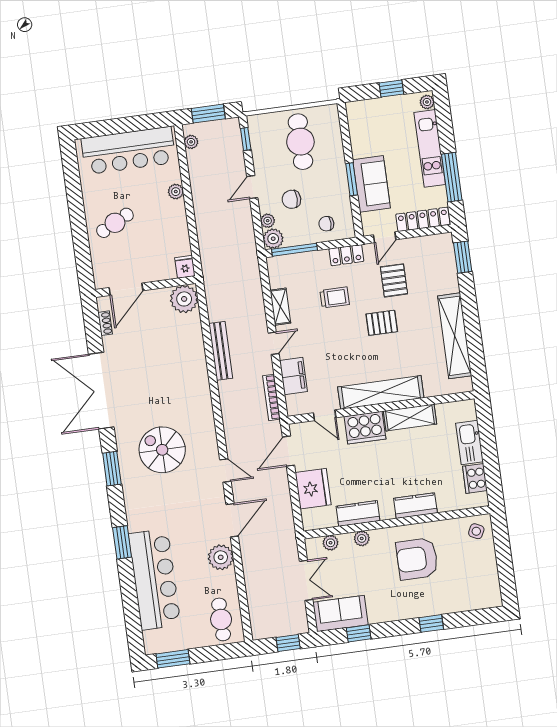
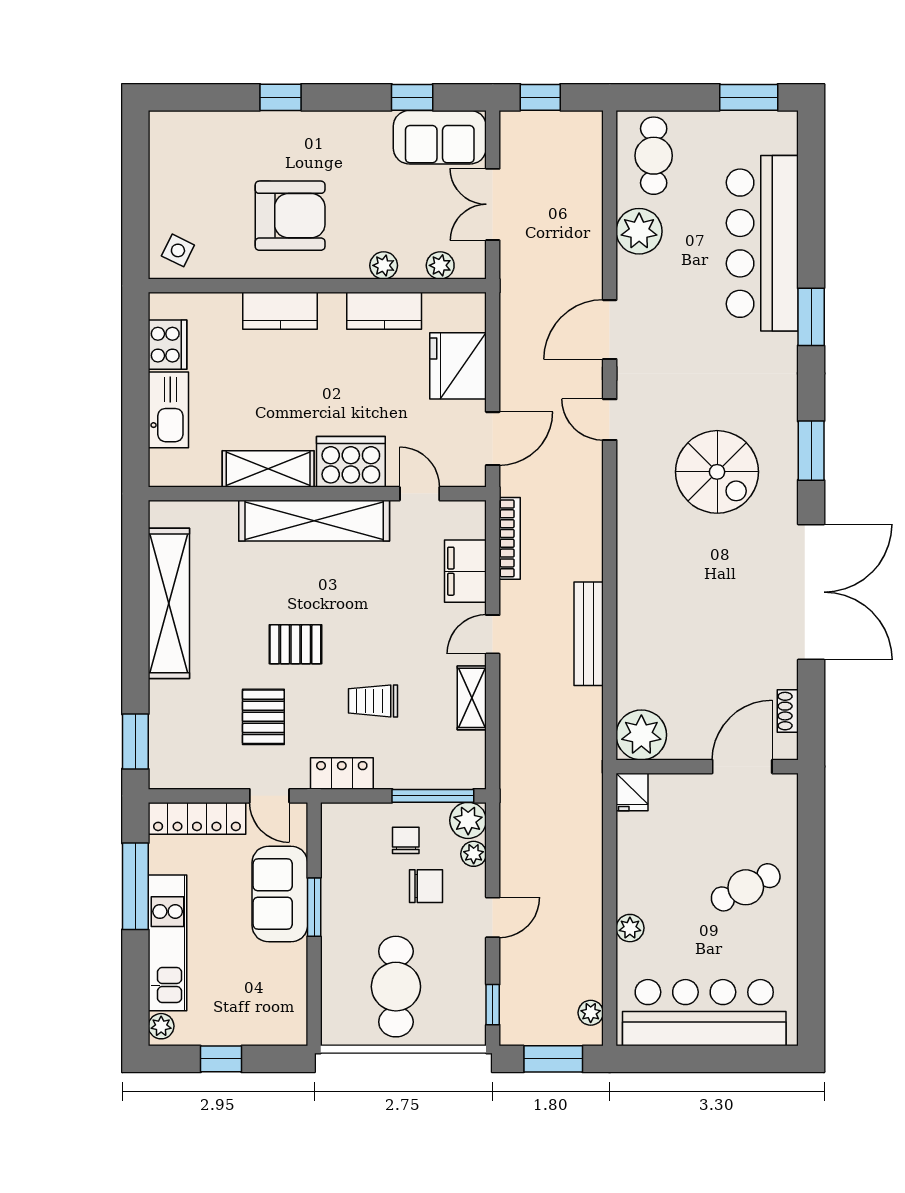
chair: (326, 224) -> (406, 840), moved, turned -90
door: (385, 237) -> (269, 796), swing flipped
plant: (221, 557) -> (639, 231), moved

